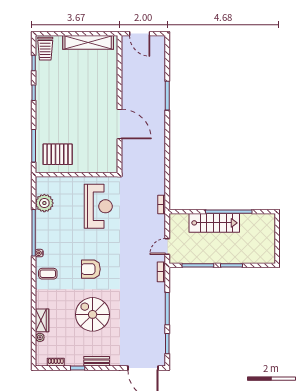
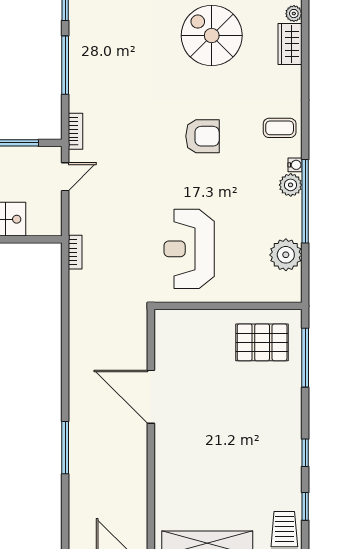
plant: (42, 242) -> (291, 185), added
spiral stairs: (93, 314) -> (212, 36), moved, turned 180

